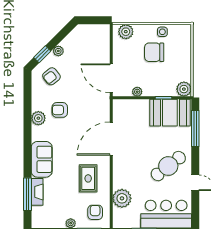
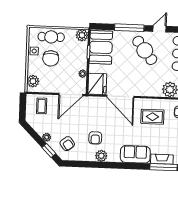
coffee table: (96, 43) -> (42, 106), added
cafe table: (180, 52) -> (51, 37), added
fridge: (125, 110) -> (97, 84), added
window: (195, 129) -> (129, 28), moved

